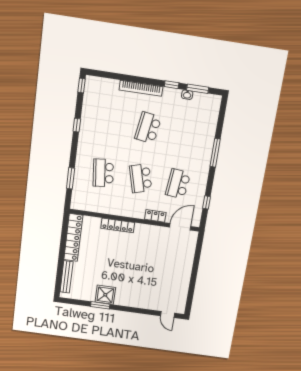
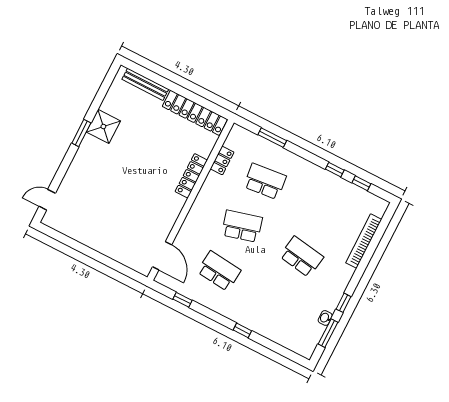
window: (81, 86) -> (361, 183), moved
bookcase: (141, 88) -> (364, 241), moved
window: (215, 153) -> (242, 330), width x0.46
locker: (155, 216) -> (222, 160), moved
window: (100, 305) -> (81, 133), moved

